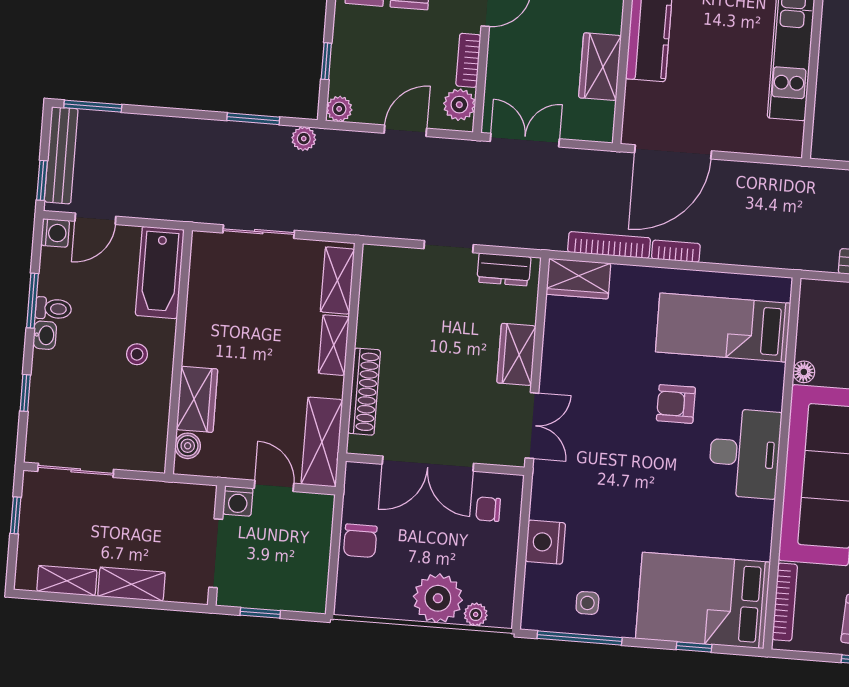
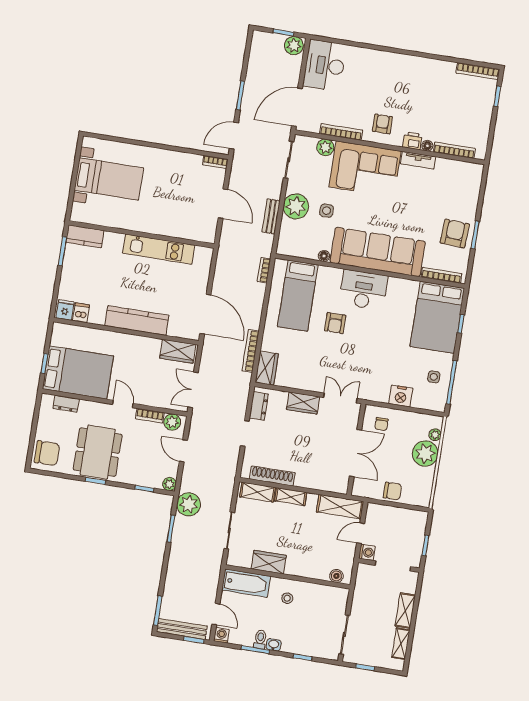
wardrobe: (600, 67) -> (178, 351), moved
plant: (304, 139) -> (189, 504), width x1.87, depth x1.87
bookcase: (676, 251) -> (264, 270), moved
shoe rack: (364, 392) -> (272, 476), moved
wardrobe: (197, 399) -> (269, 562), moved

